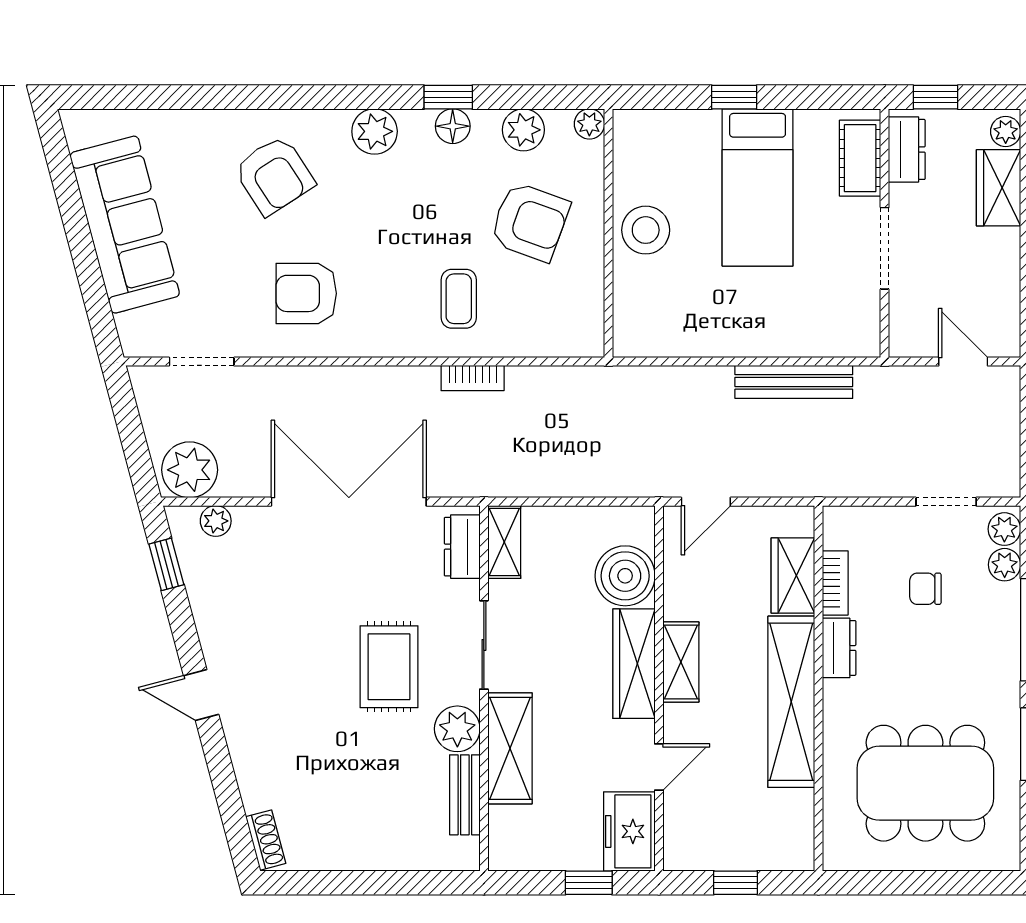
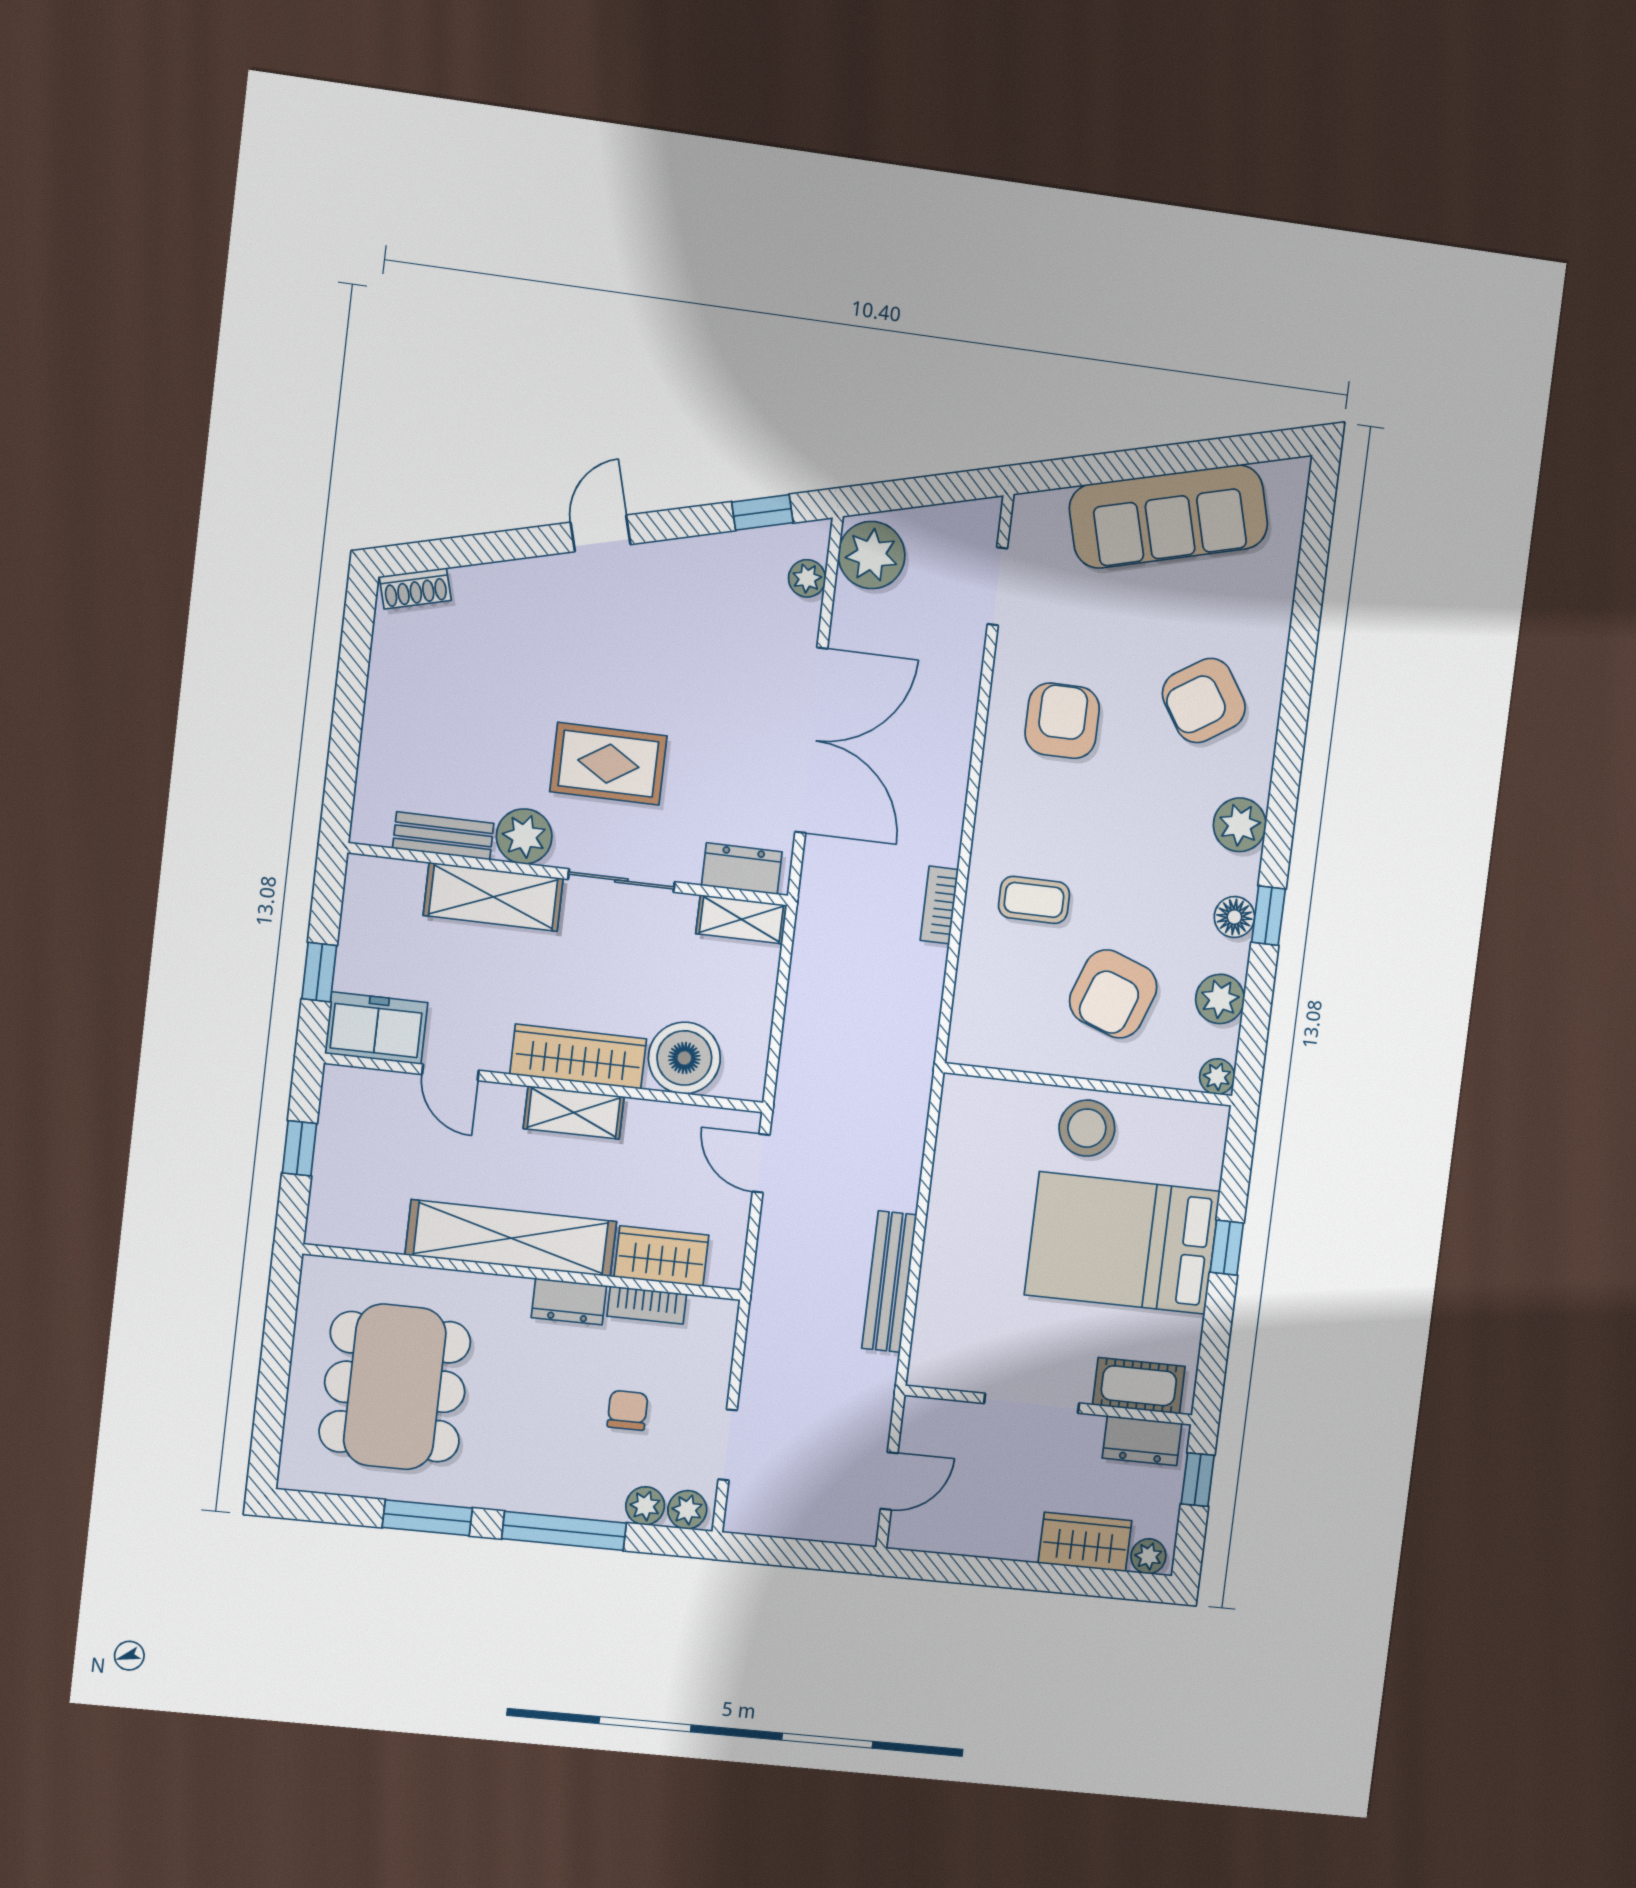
bed: (758, 187) -> (1122, 1243), width x1.50

